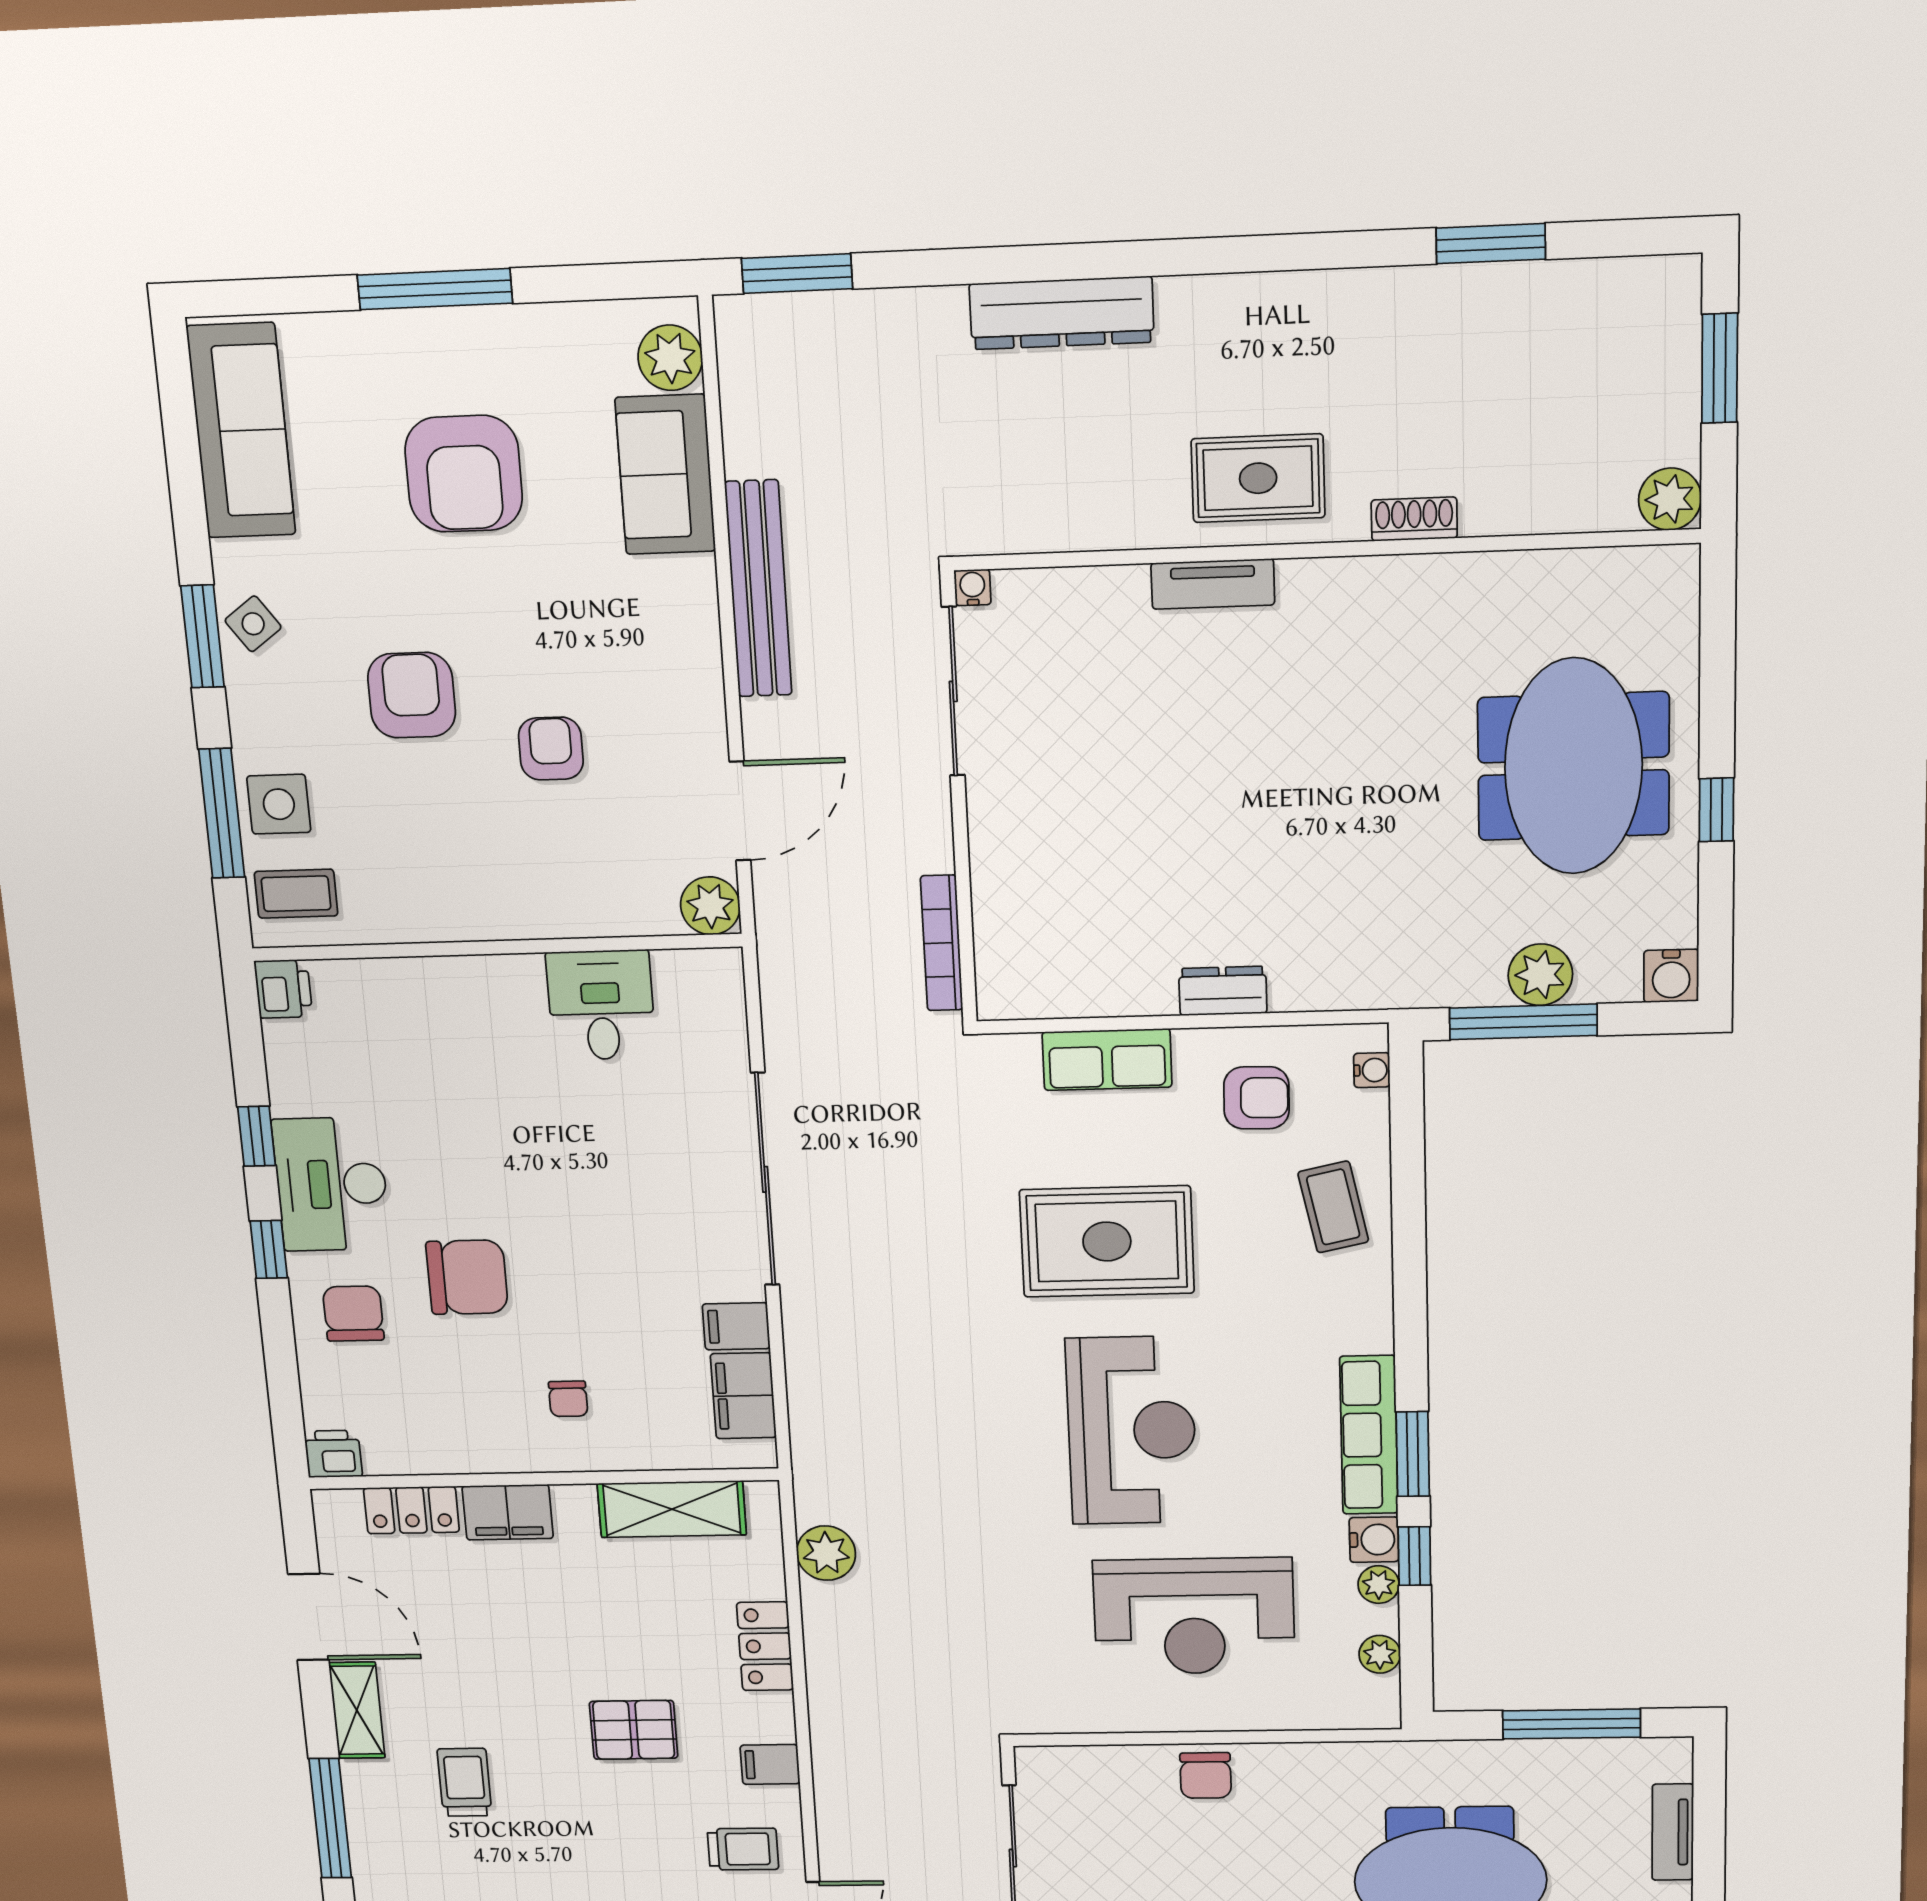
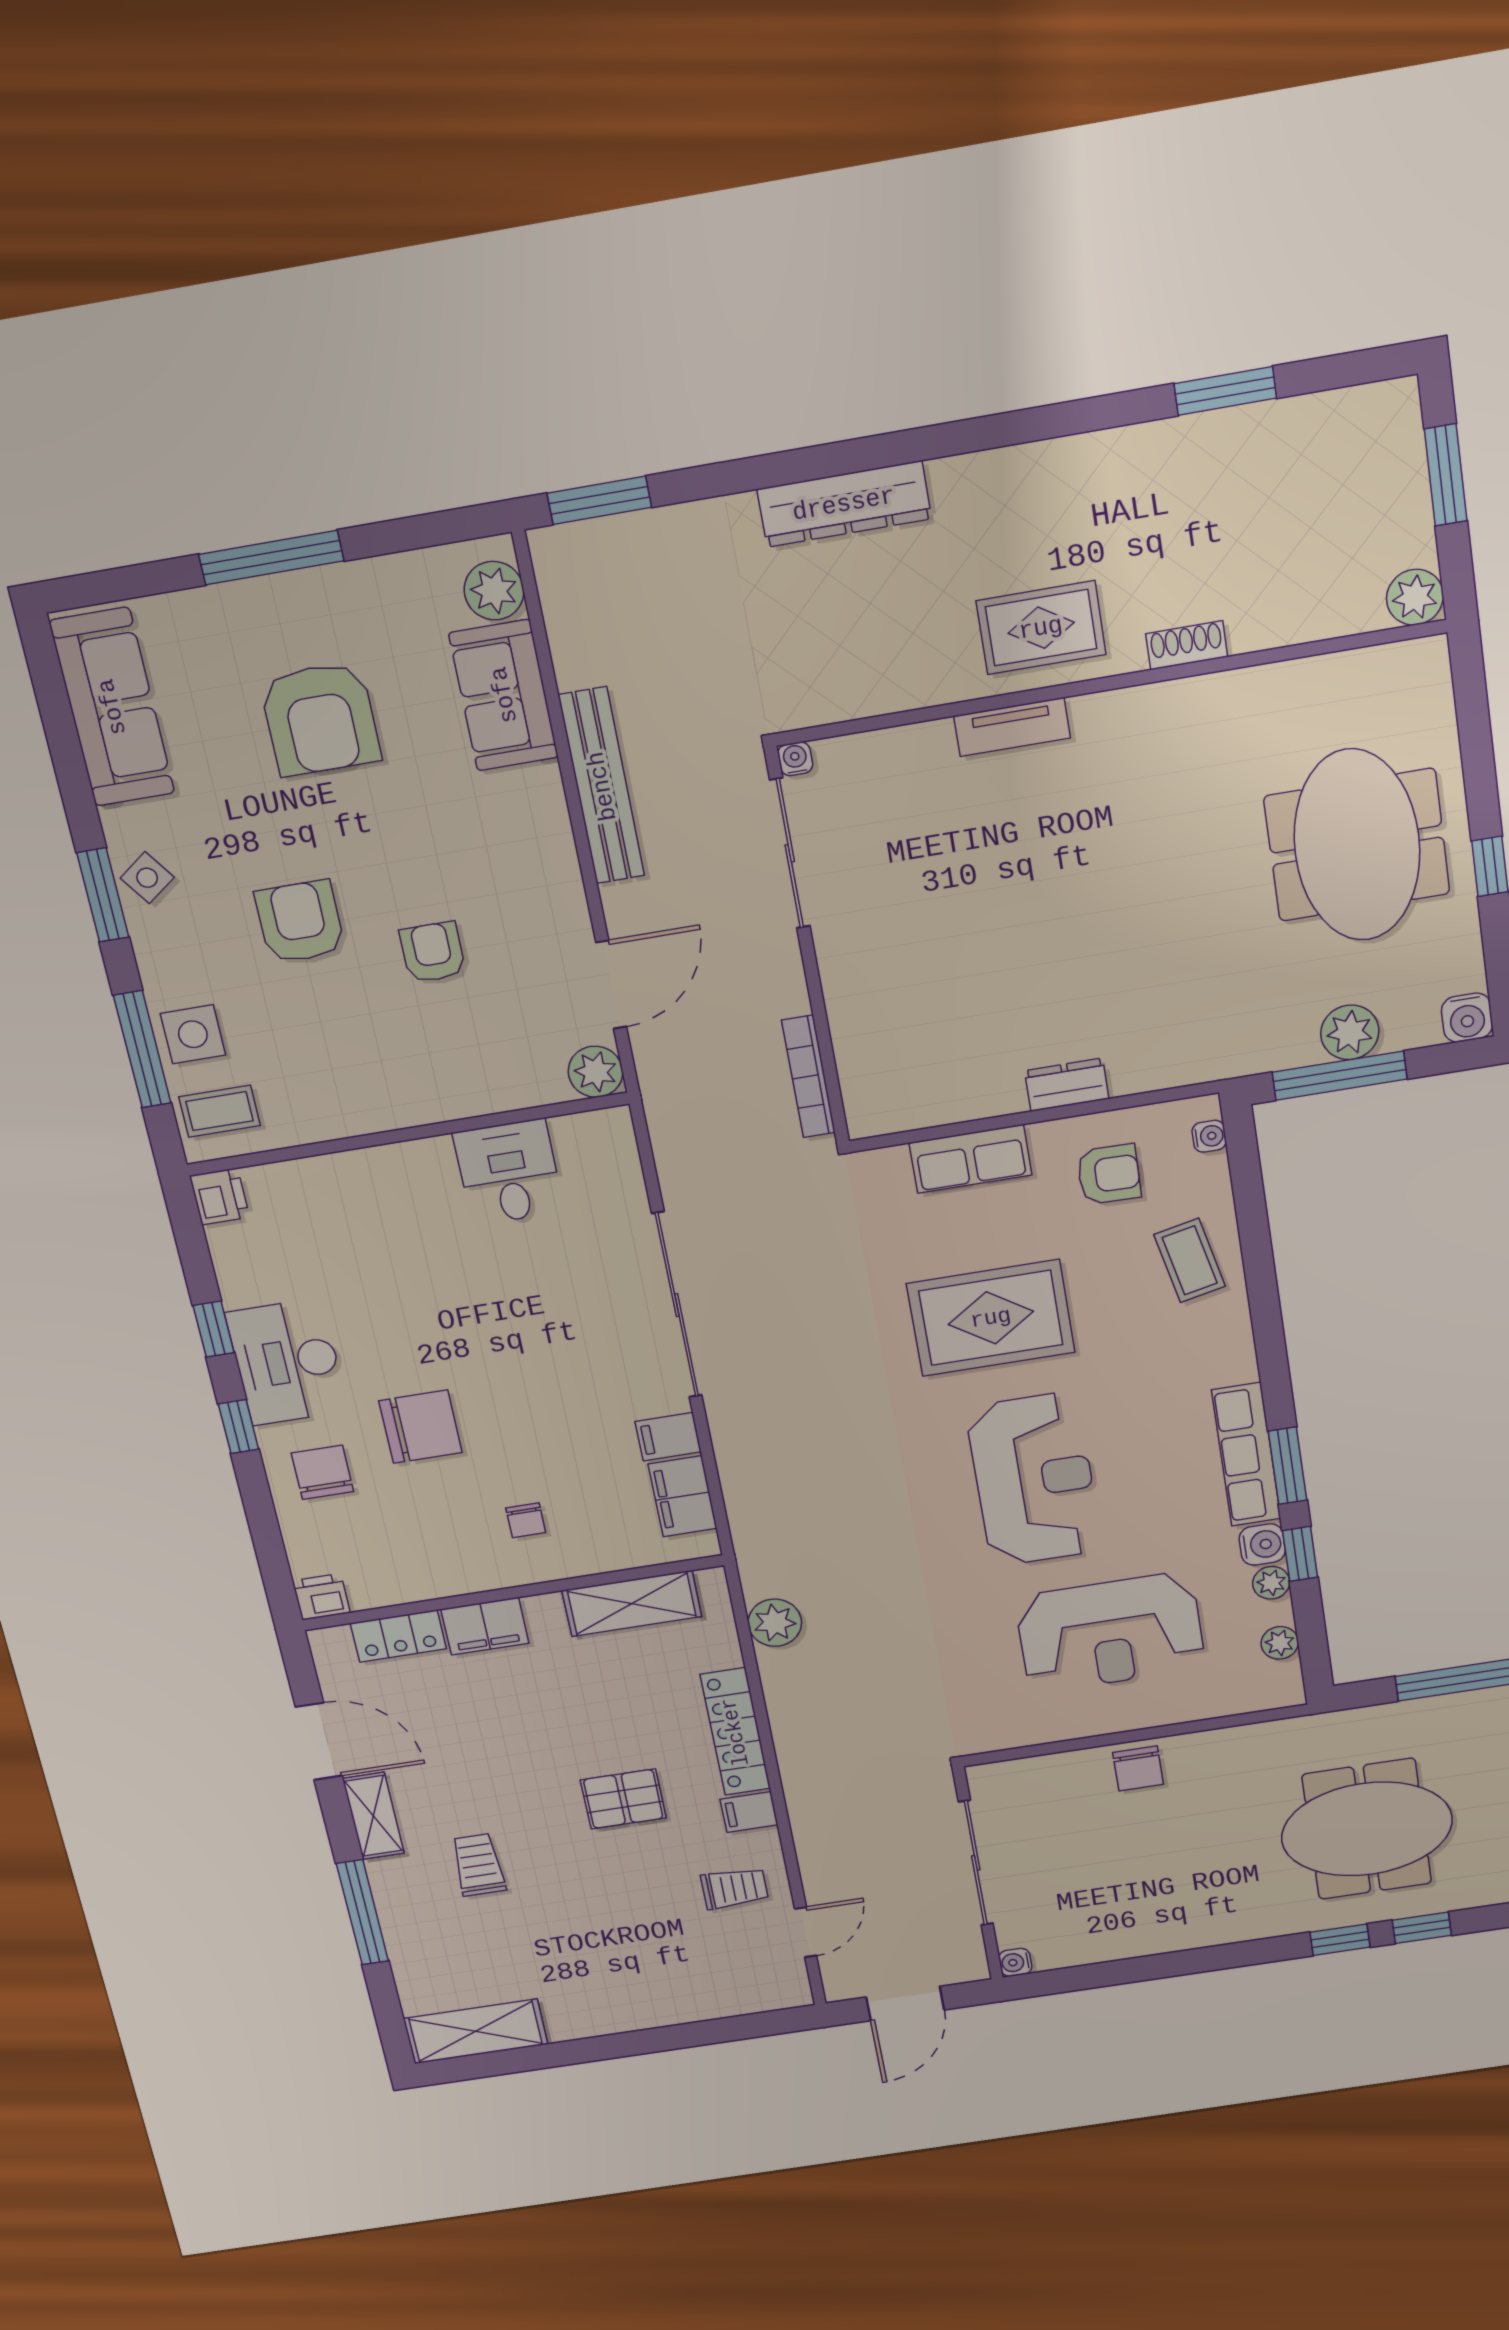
locker: (765, 1646) -> (735, 1732), width x1.53

